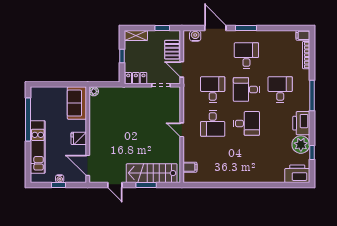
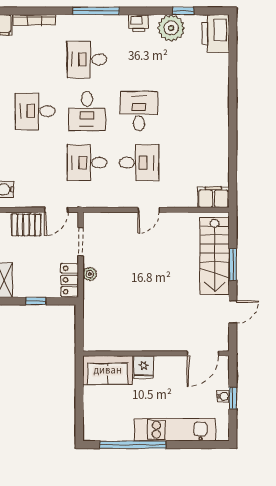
plant: (94, 91) -> (90, 274), moved
printer: (301, 123) -> (138, 23), width x0.53, depth x0.68
fridge: (79, 138) -> (144, 367), moved
filing cabinet: (190, 167) -> (213, 197), width x2.00

